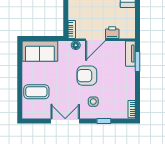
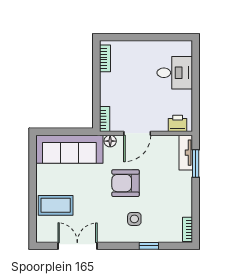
printer: (112, 33) -> (178, 123), moved
sofa: (40, 51) -> (69, 149), width x1.36
double door: (65, 121) -> (77, 246), moved

